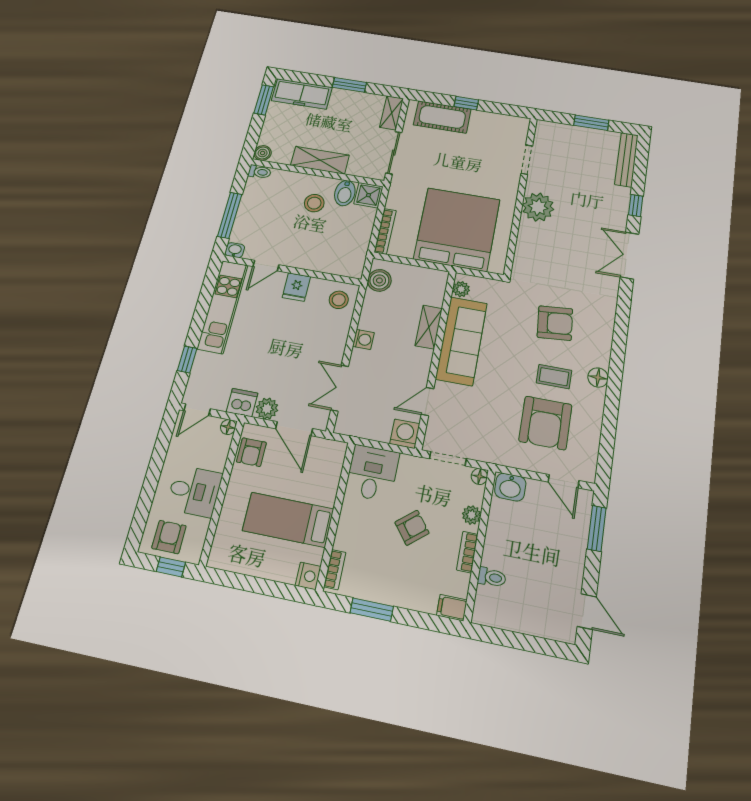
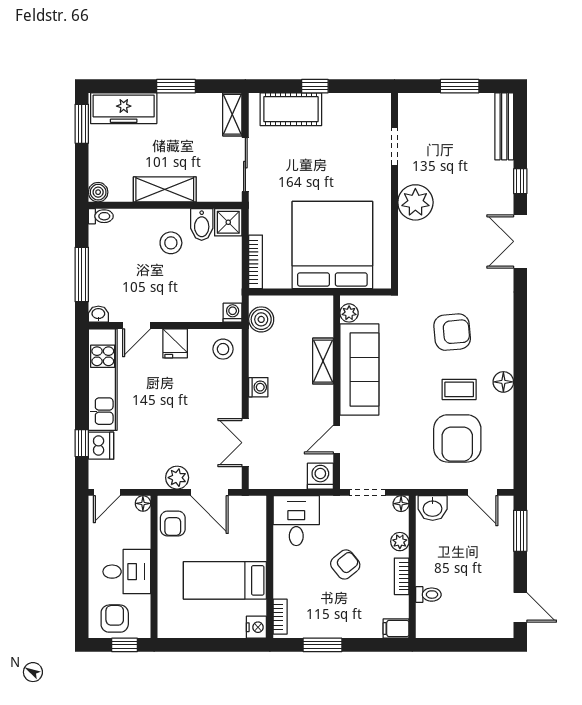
washing machine: (355, 270) -> (233, 313), added
dishwasher: (242, 403) -> (101, 446), moved, turned 90

